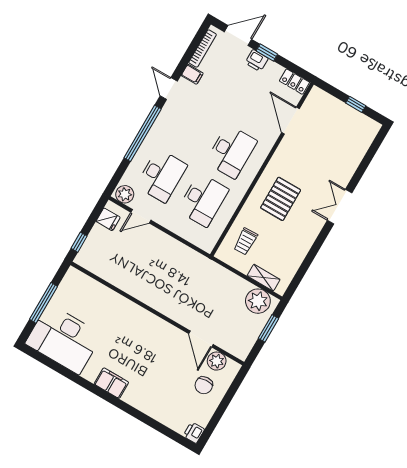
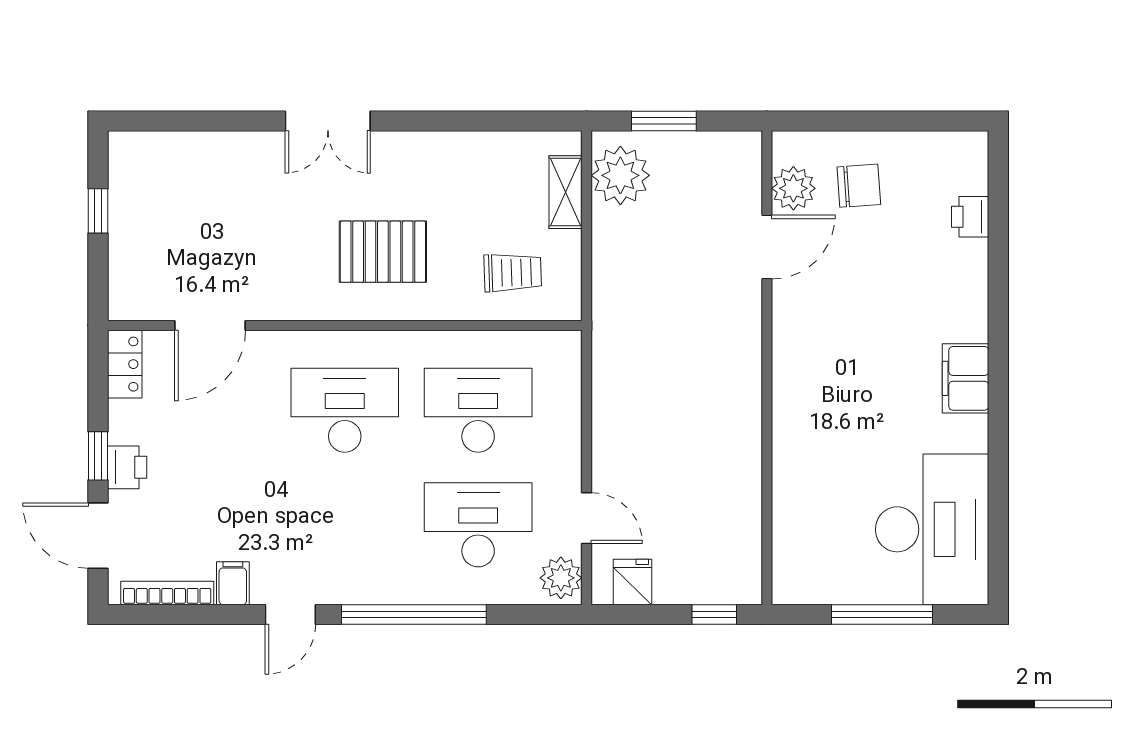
printer: (194, 433) -> (970, 217), moved, turned 90

